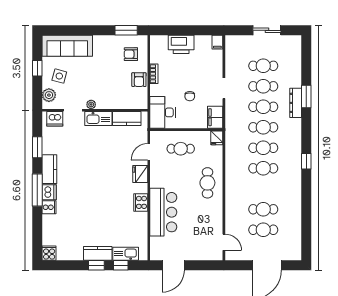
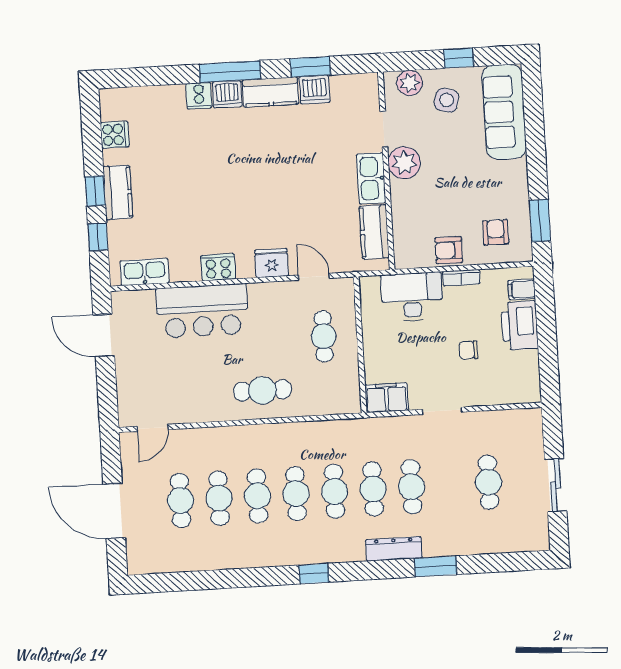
filing cabinet: (217, 42) -> (522, 289), moved
cafe table: (263, 86) -> (258, 496), moved
chair: (190, 96) -> (468, 350), moved
dresser: (296, 103) -> (394, 549), moved
plant: (91, 104) -> (404, 163), width x1.87, depth x1.87
desk: (163, 112) -> (412, 297), moved
dishwasher: (55, 119) -> (314, 90), moved, turned -90
fridge: (217, 138) -> (348, 403), removed
cooker: (49, 253) -> (115, 135), moved
kitchen sink: (126, 254) -> (144, 272), moved, turned -90

